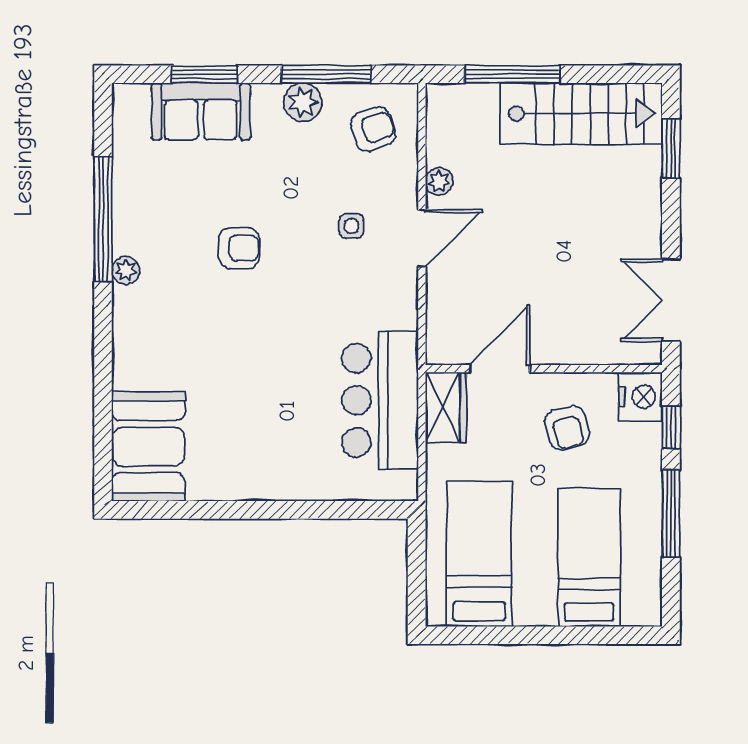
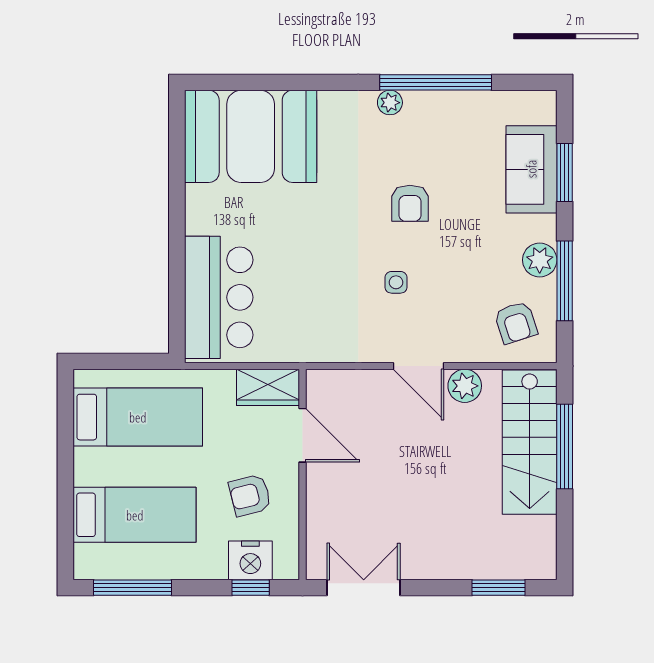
stairs: (581, 114) -> (530, 442), moved
plant: (439, 181) -> (465, 386), width x1.38, depth x1.38
side table: (351, 226) -> (396, 282), moved
nightstand: (640, 397) -> (250, 560), moved
bar counter: (380, 400) -> (219, 297), moved, turned 90
booth: (148, 447) -> (251, 136), width x1.36, depth x1.42
window: (671, 514) -> (132, 588), moved

